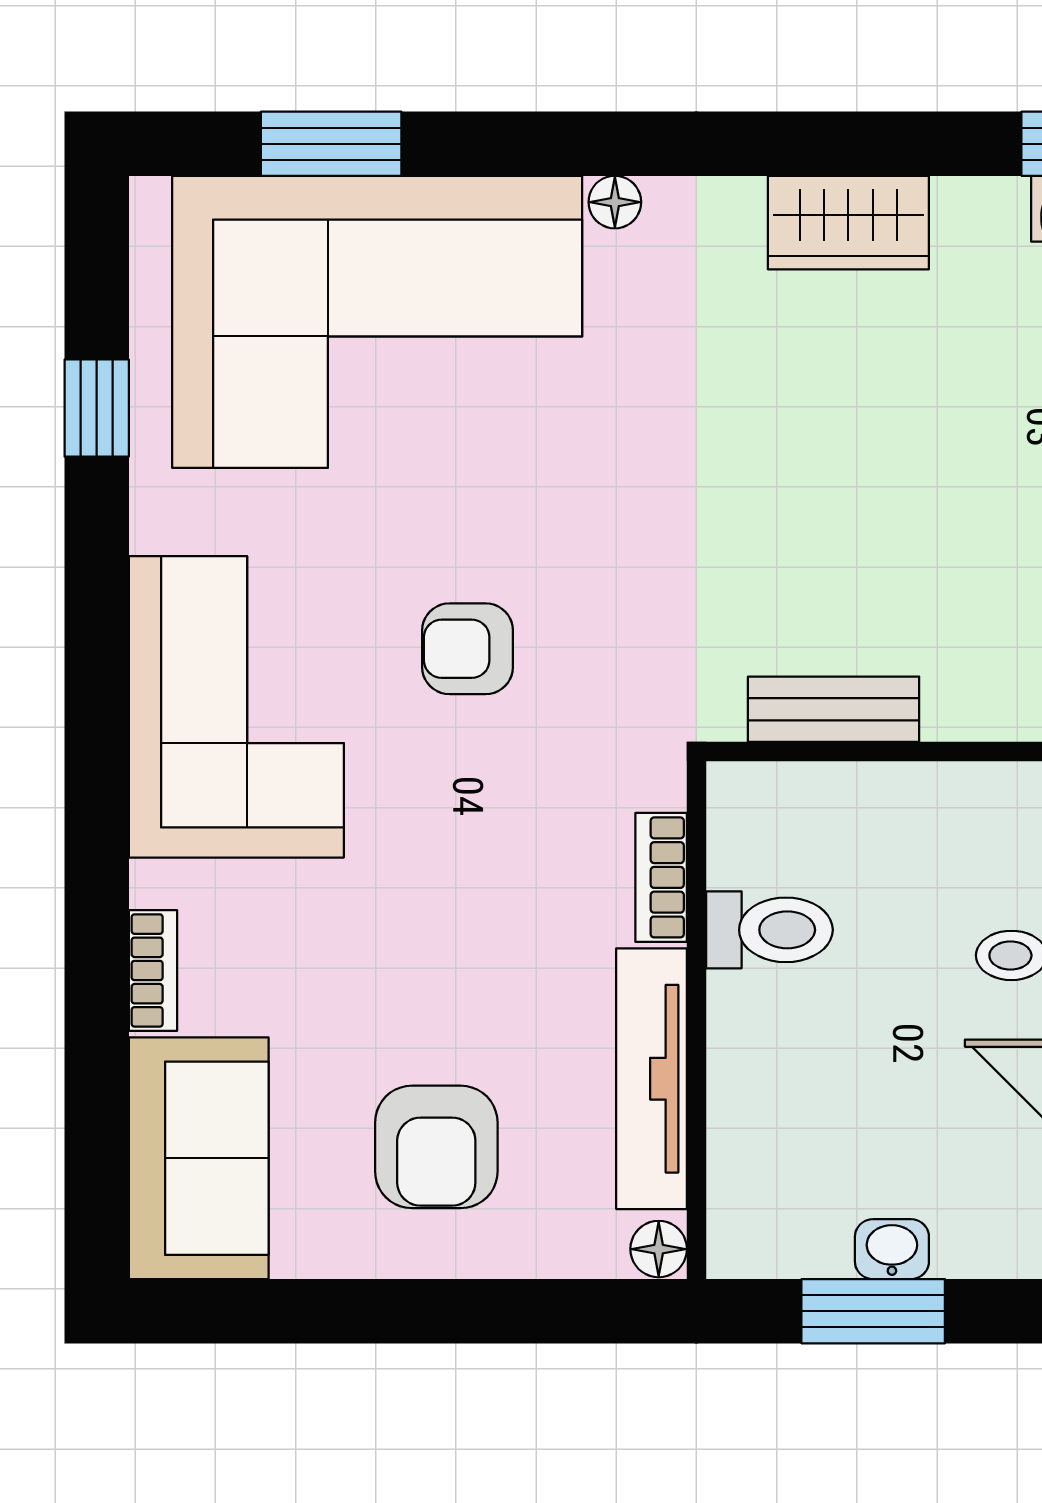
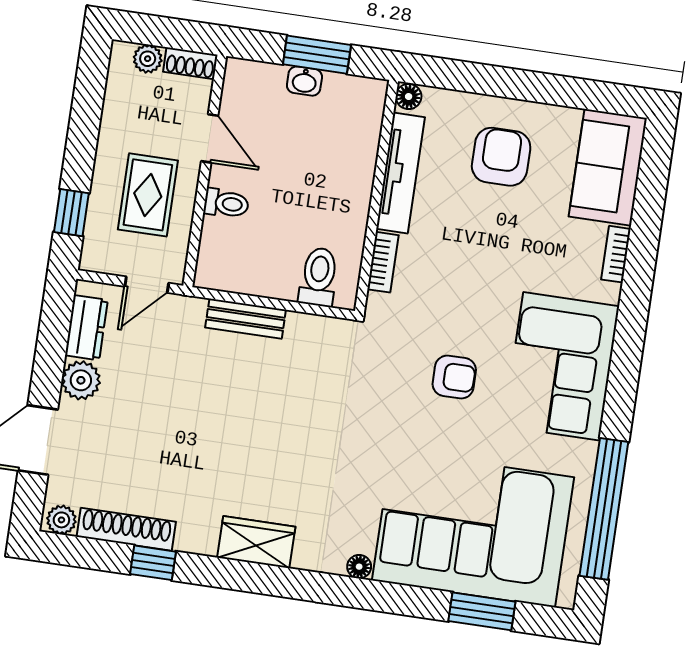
window: (97, 408) -> (604, 509), width x3.17
bench: (834, 709) -> (246, 319), moved
toilet: (769, 930) -> (319, 277), moved, turned 90

